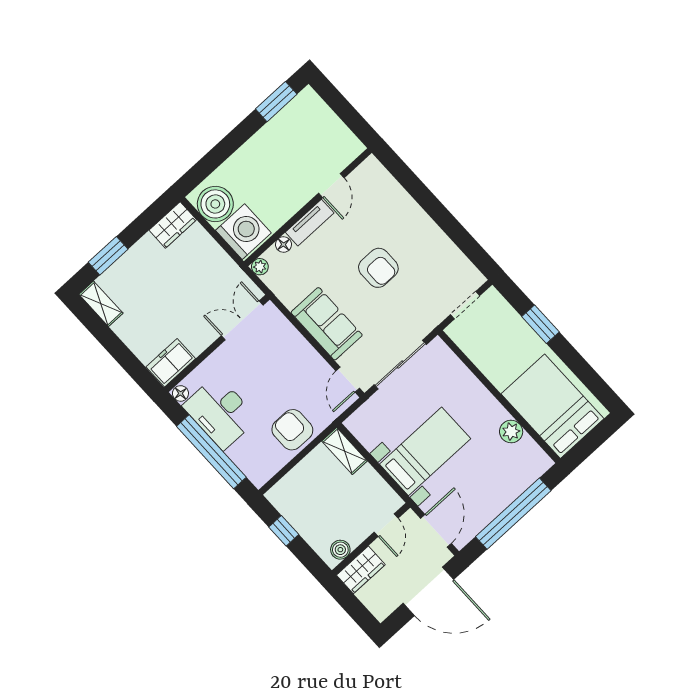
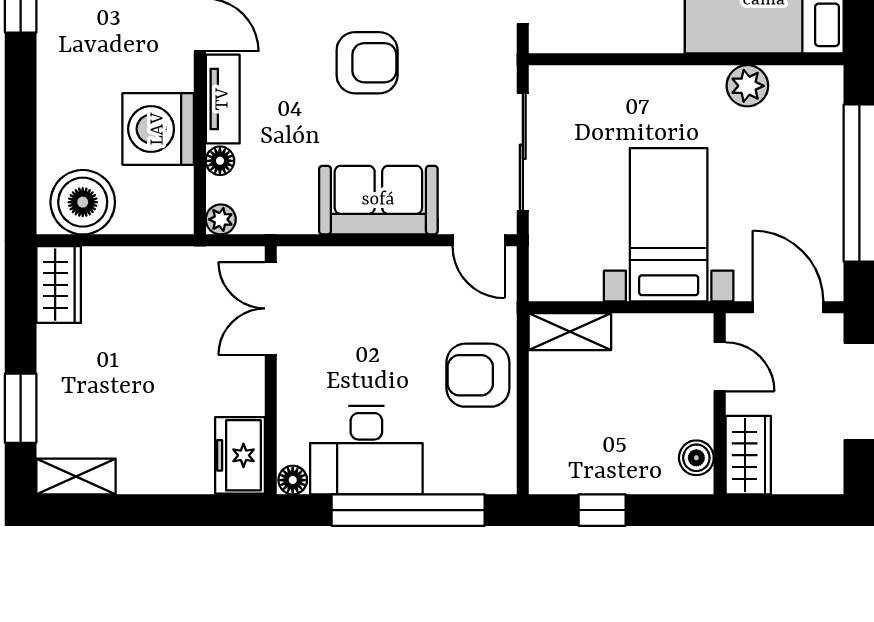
washing machine: (243, 232) -> (158, 129), moved, turned -90

